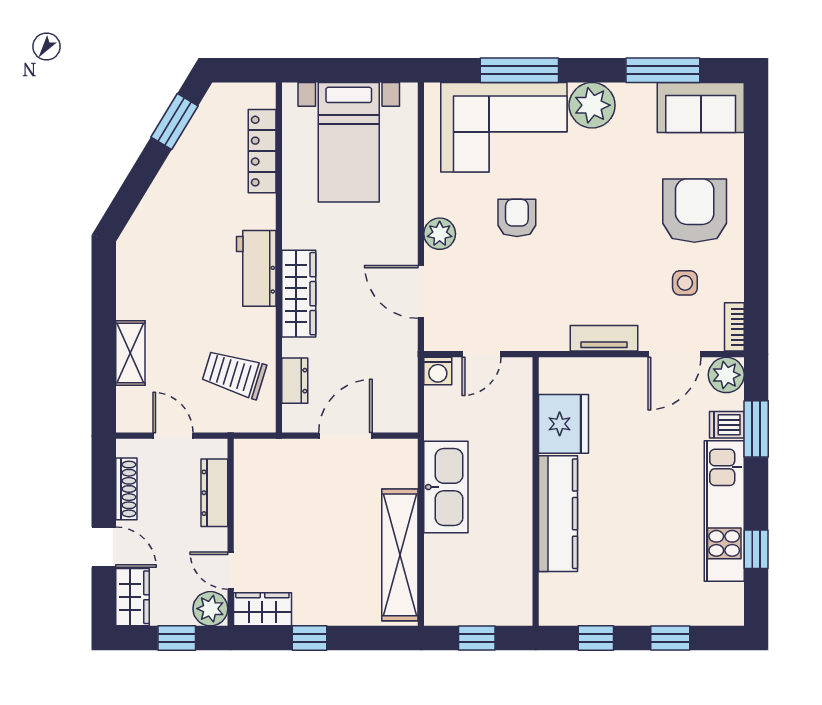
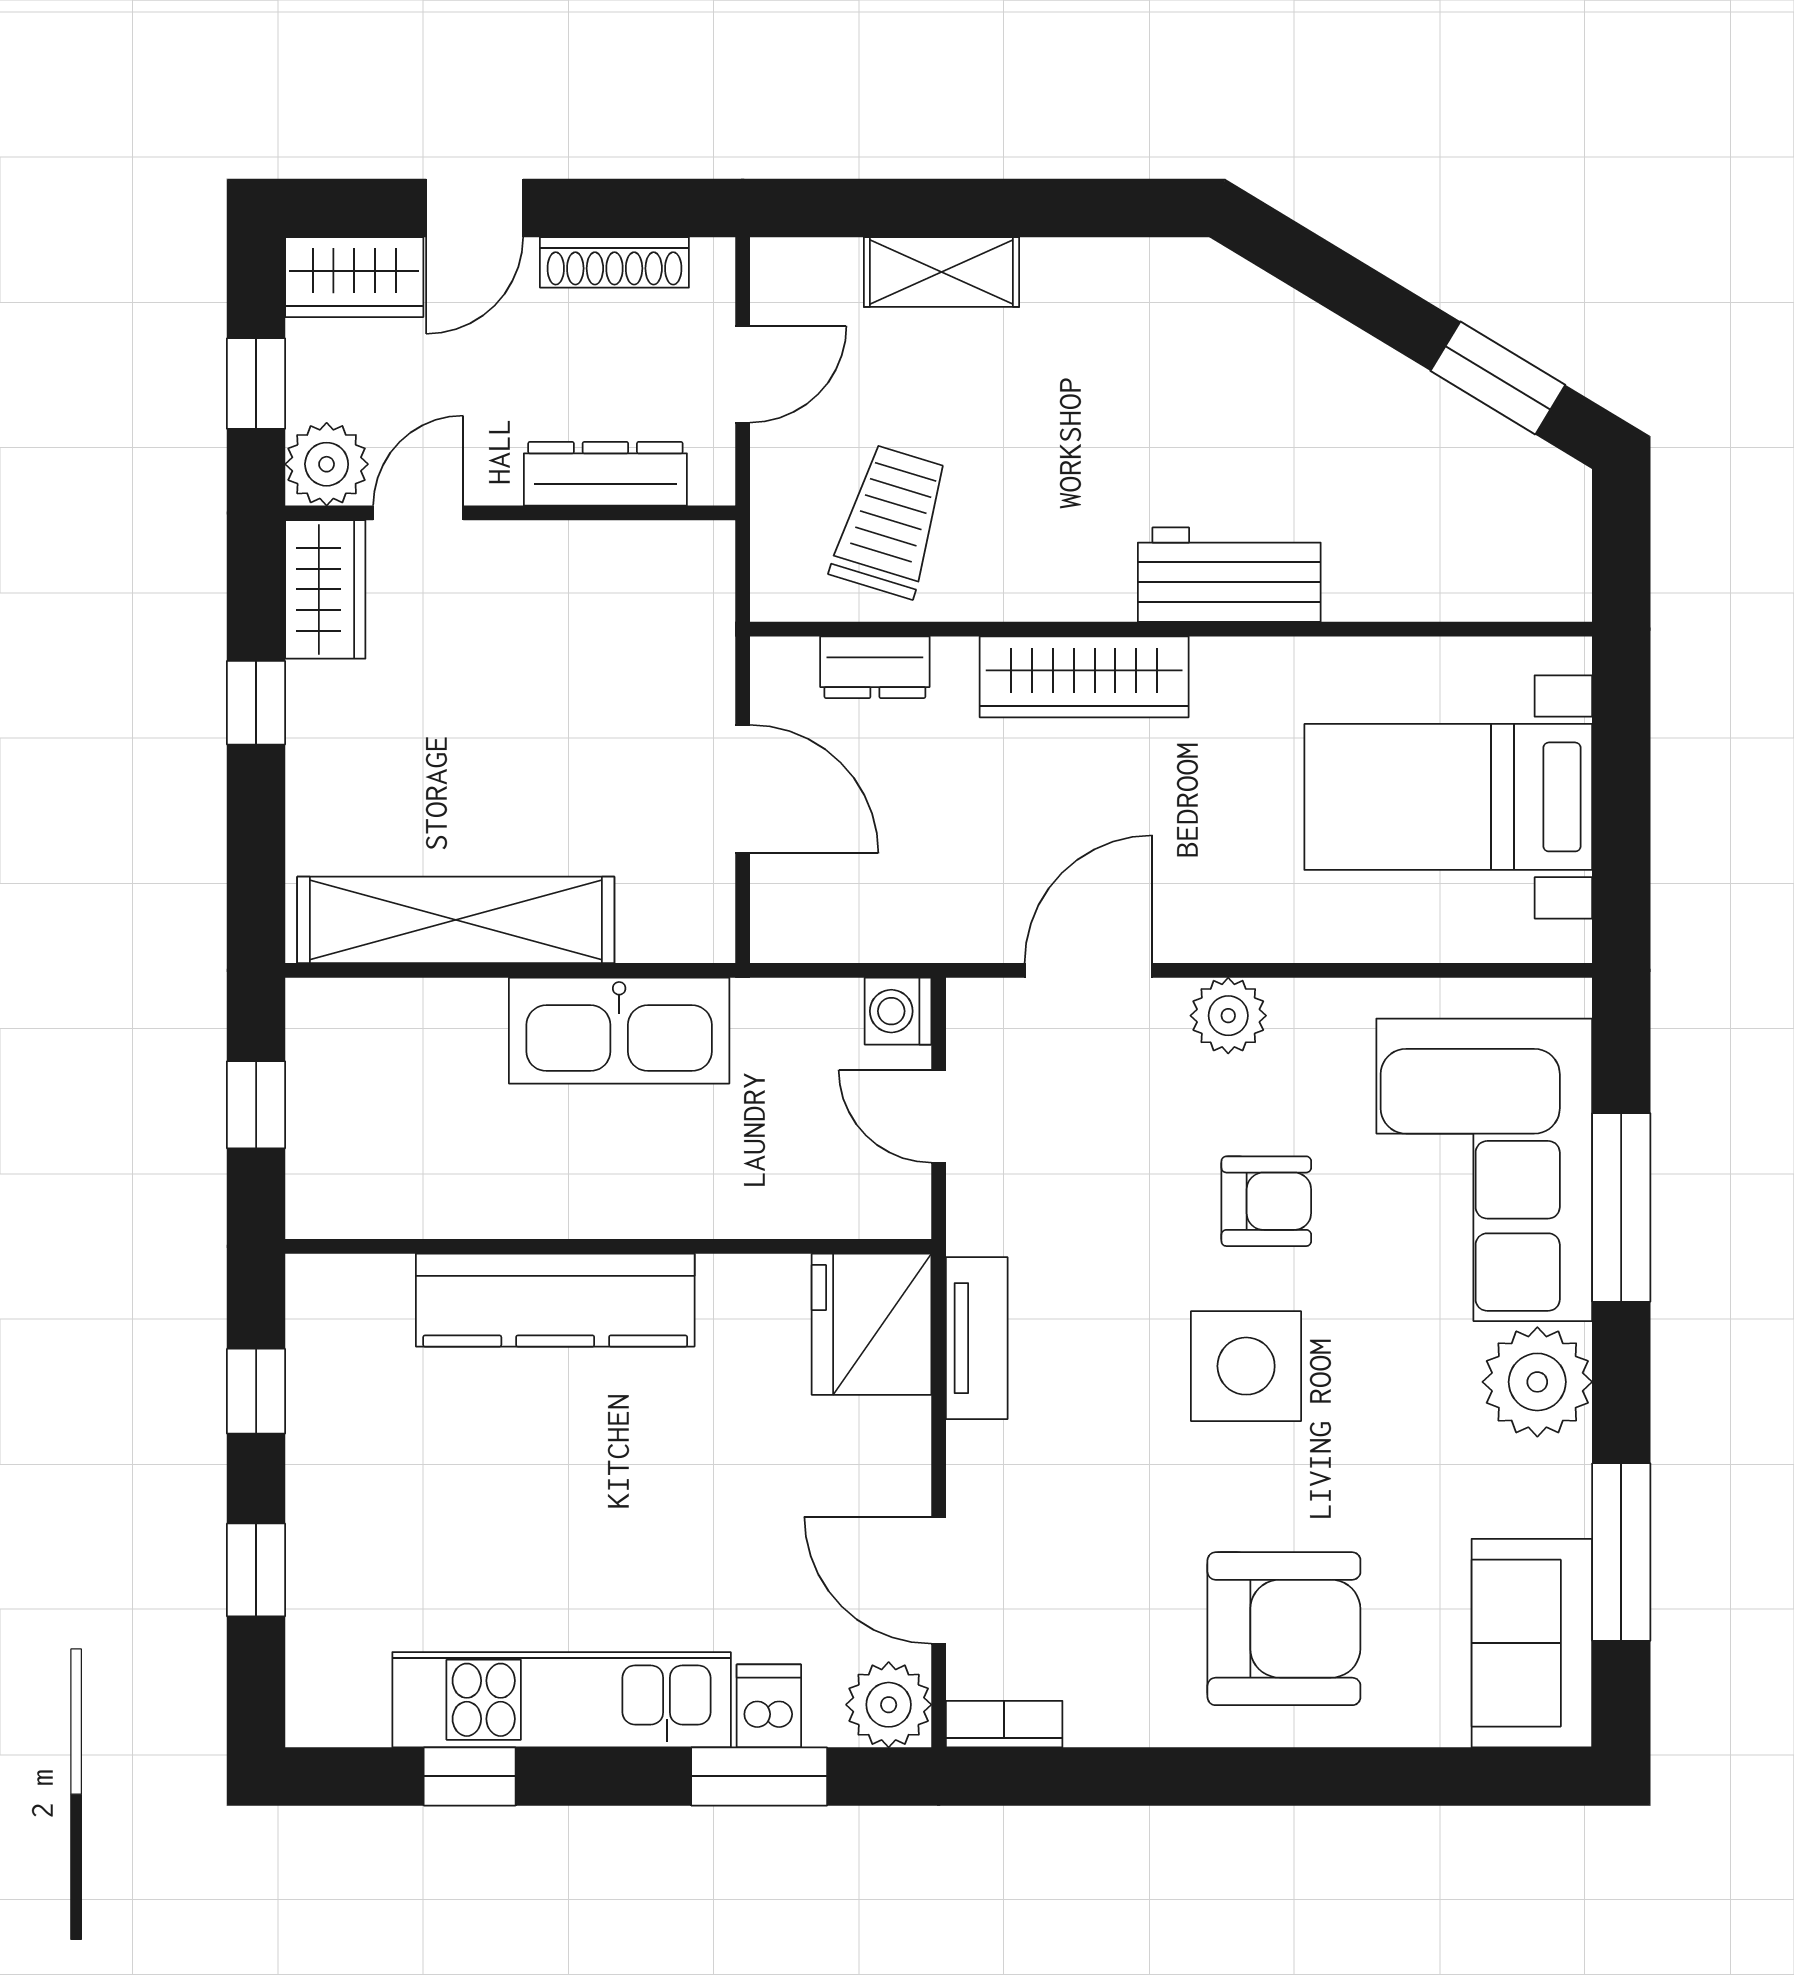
locker: (262, 151) -> (1427, 589), removed
workbench: (256, 268) -> (1229, 575), moved
side table: (685, 283) -> (1246, 1366), moved, width x1.87, depth x1.87
tv unit: (604, 338) -> (977, 1338), moved
fridge: (564, 424) -> (872, 1324), moved, turned 90

